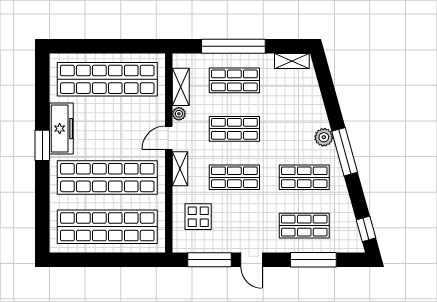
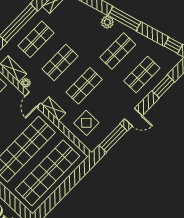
window: (313, 260) -> (163, 86), width x0.69

